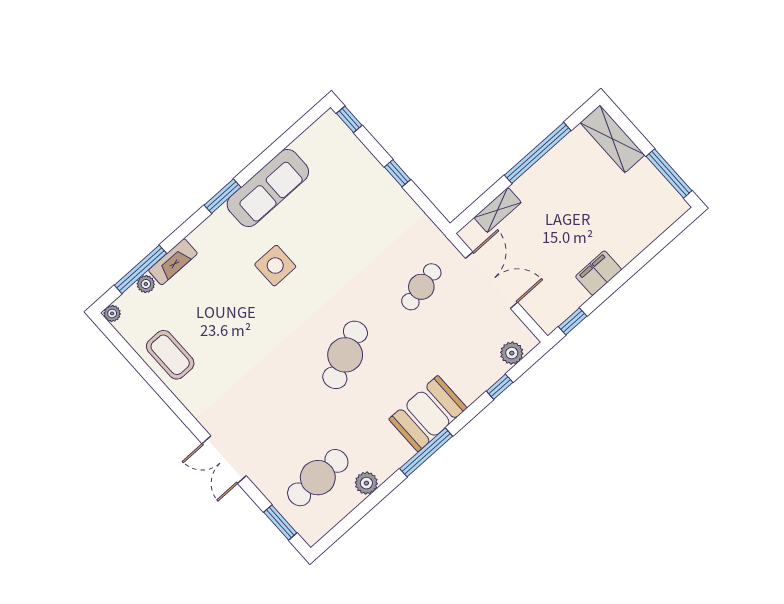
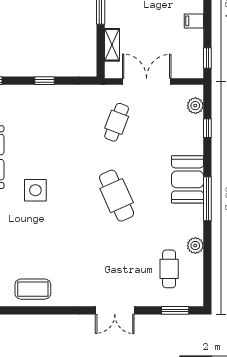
filing cabinet: (599, 273) -> (194, 21), width x0.50
cafe table: (421, 287) -> (117, 122), turned 33
cafe table: (318, 478) -> (169, 269), width x0.73, depth x0.74

